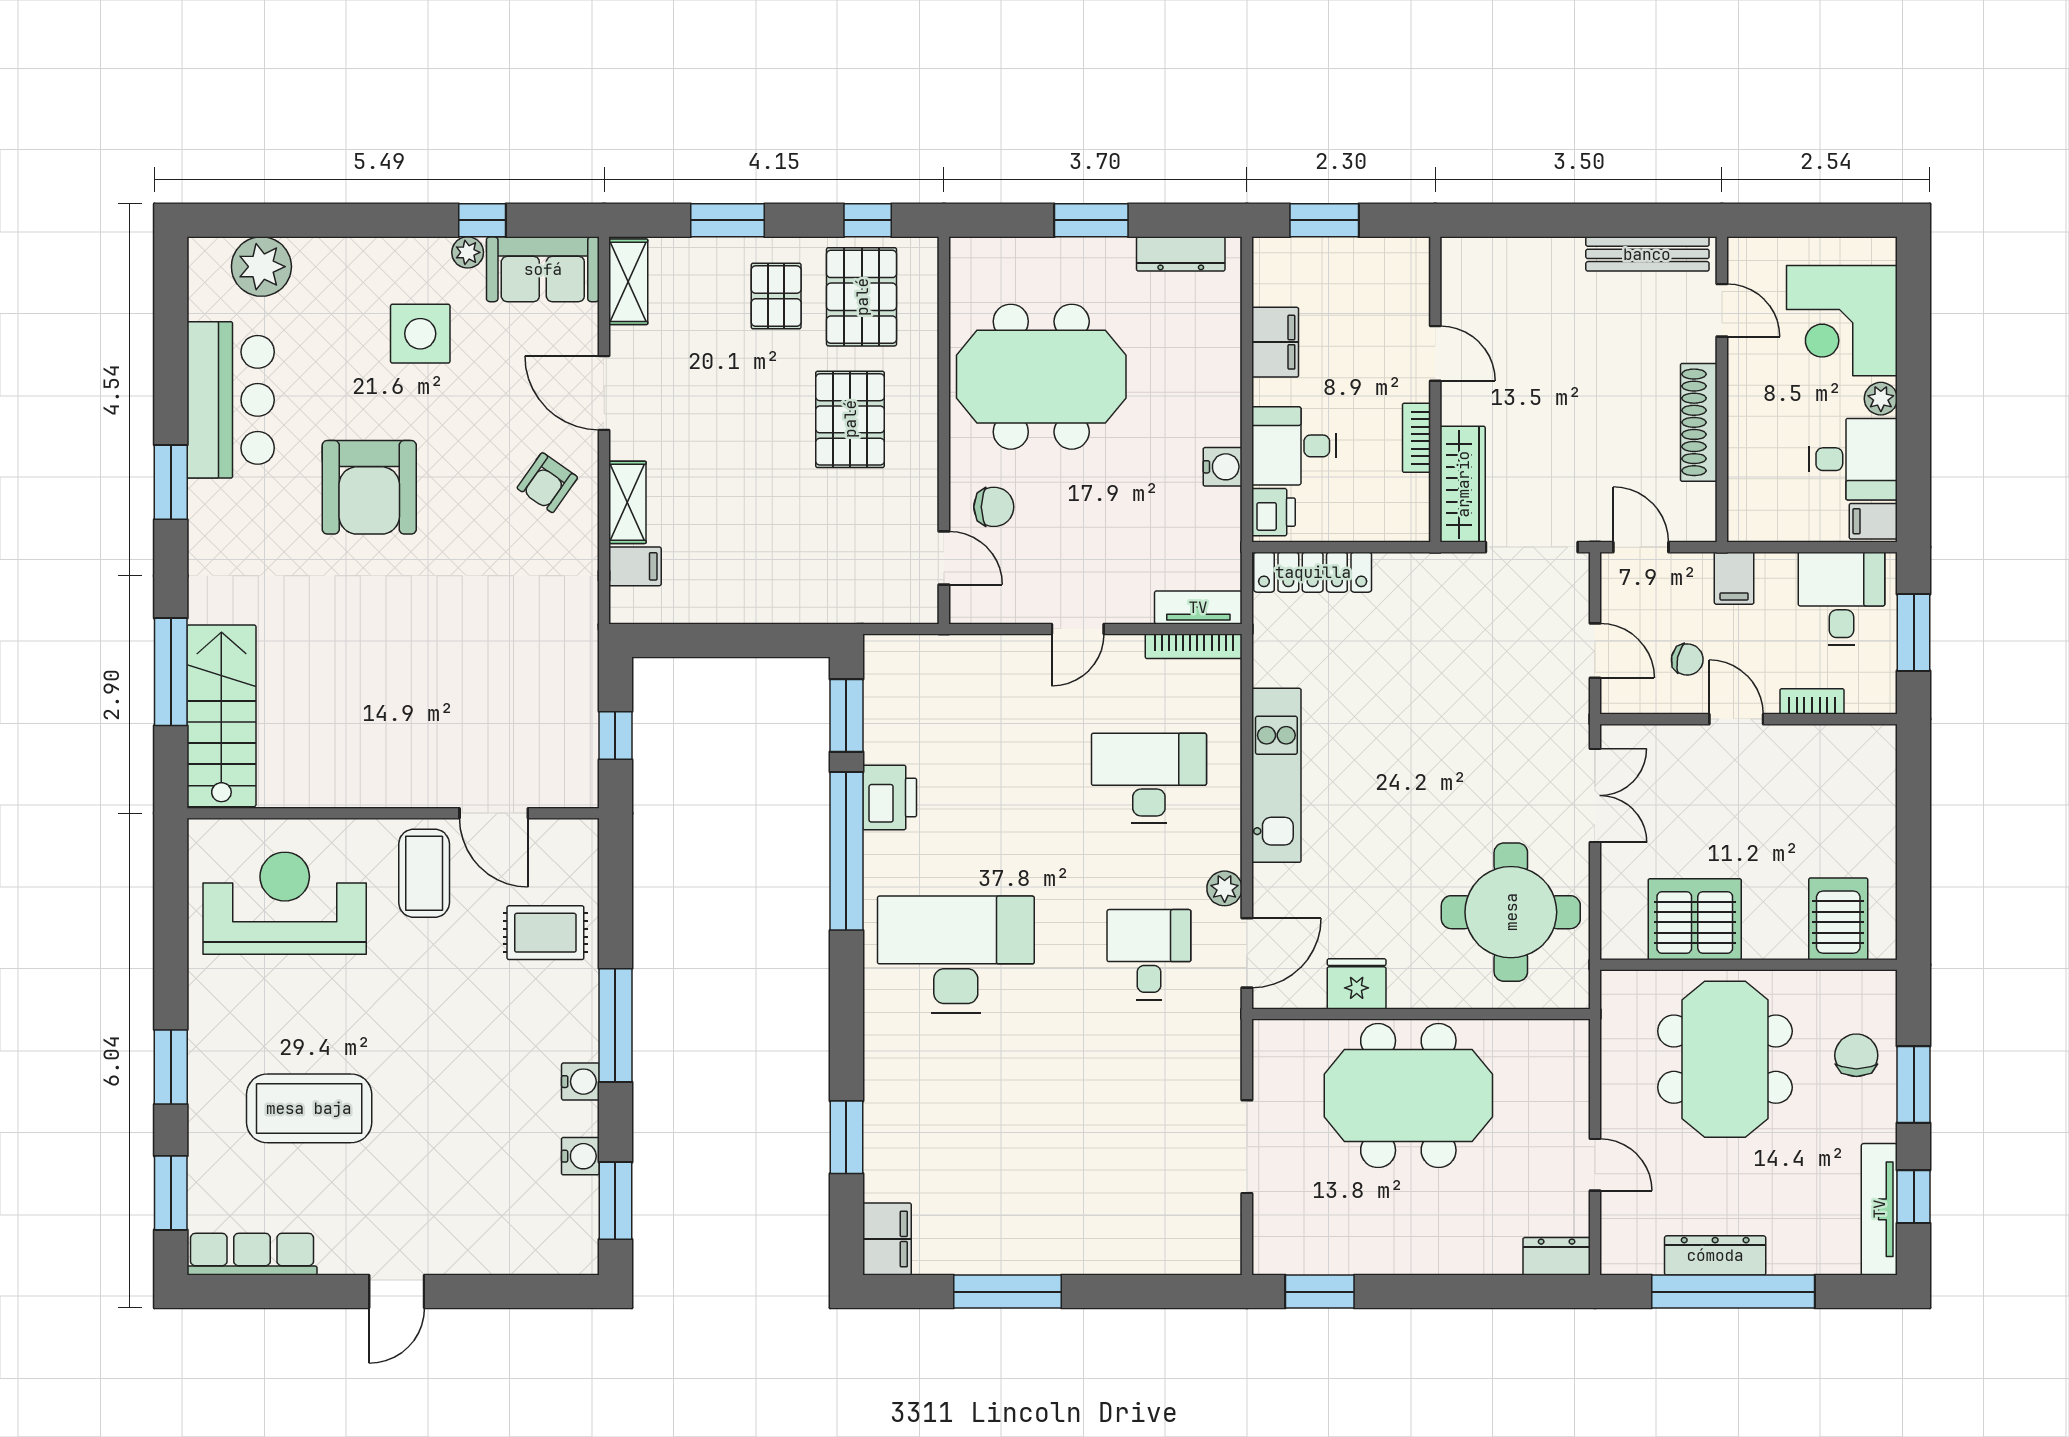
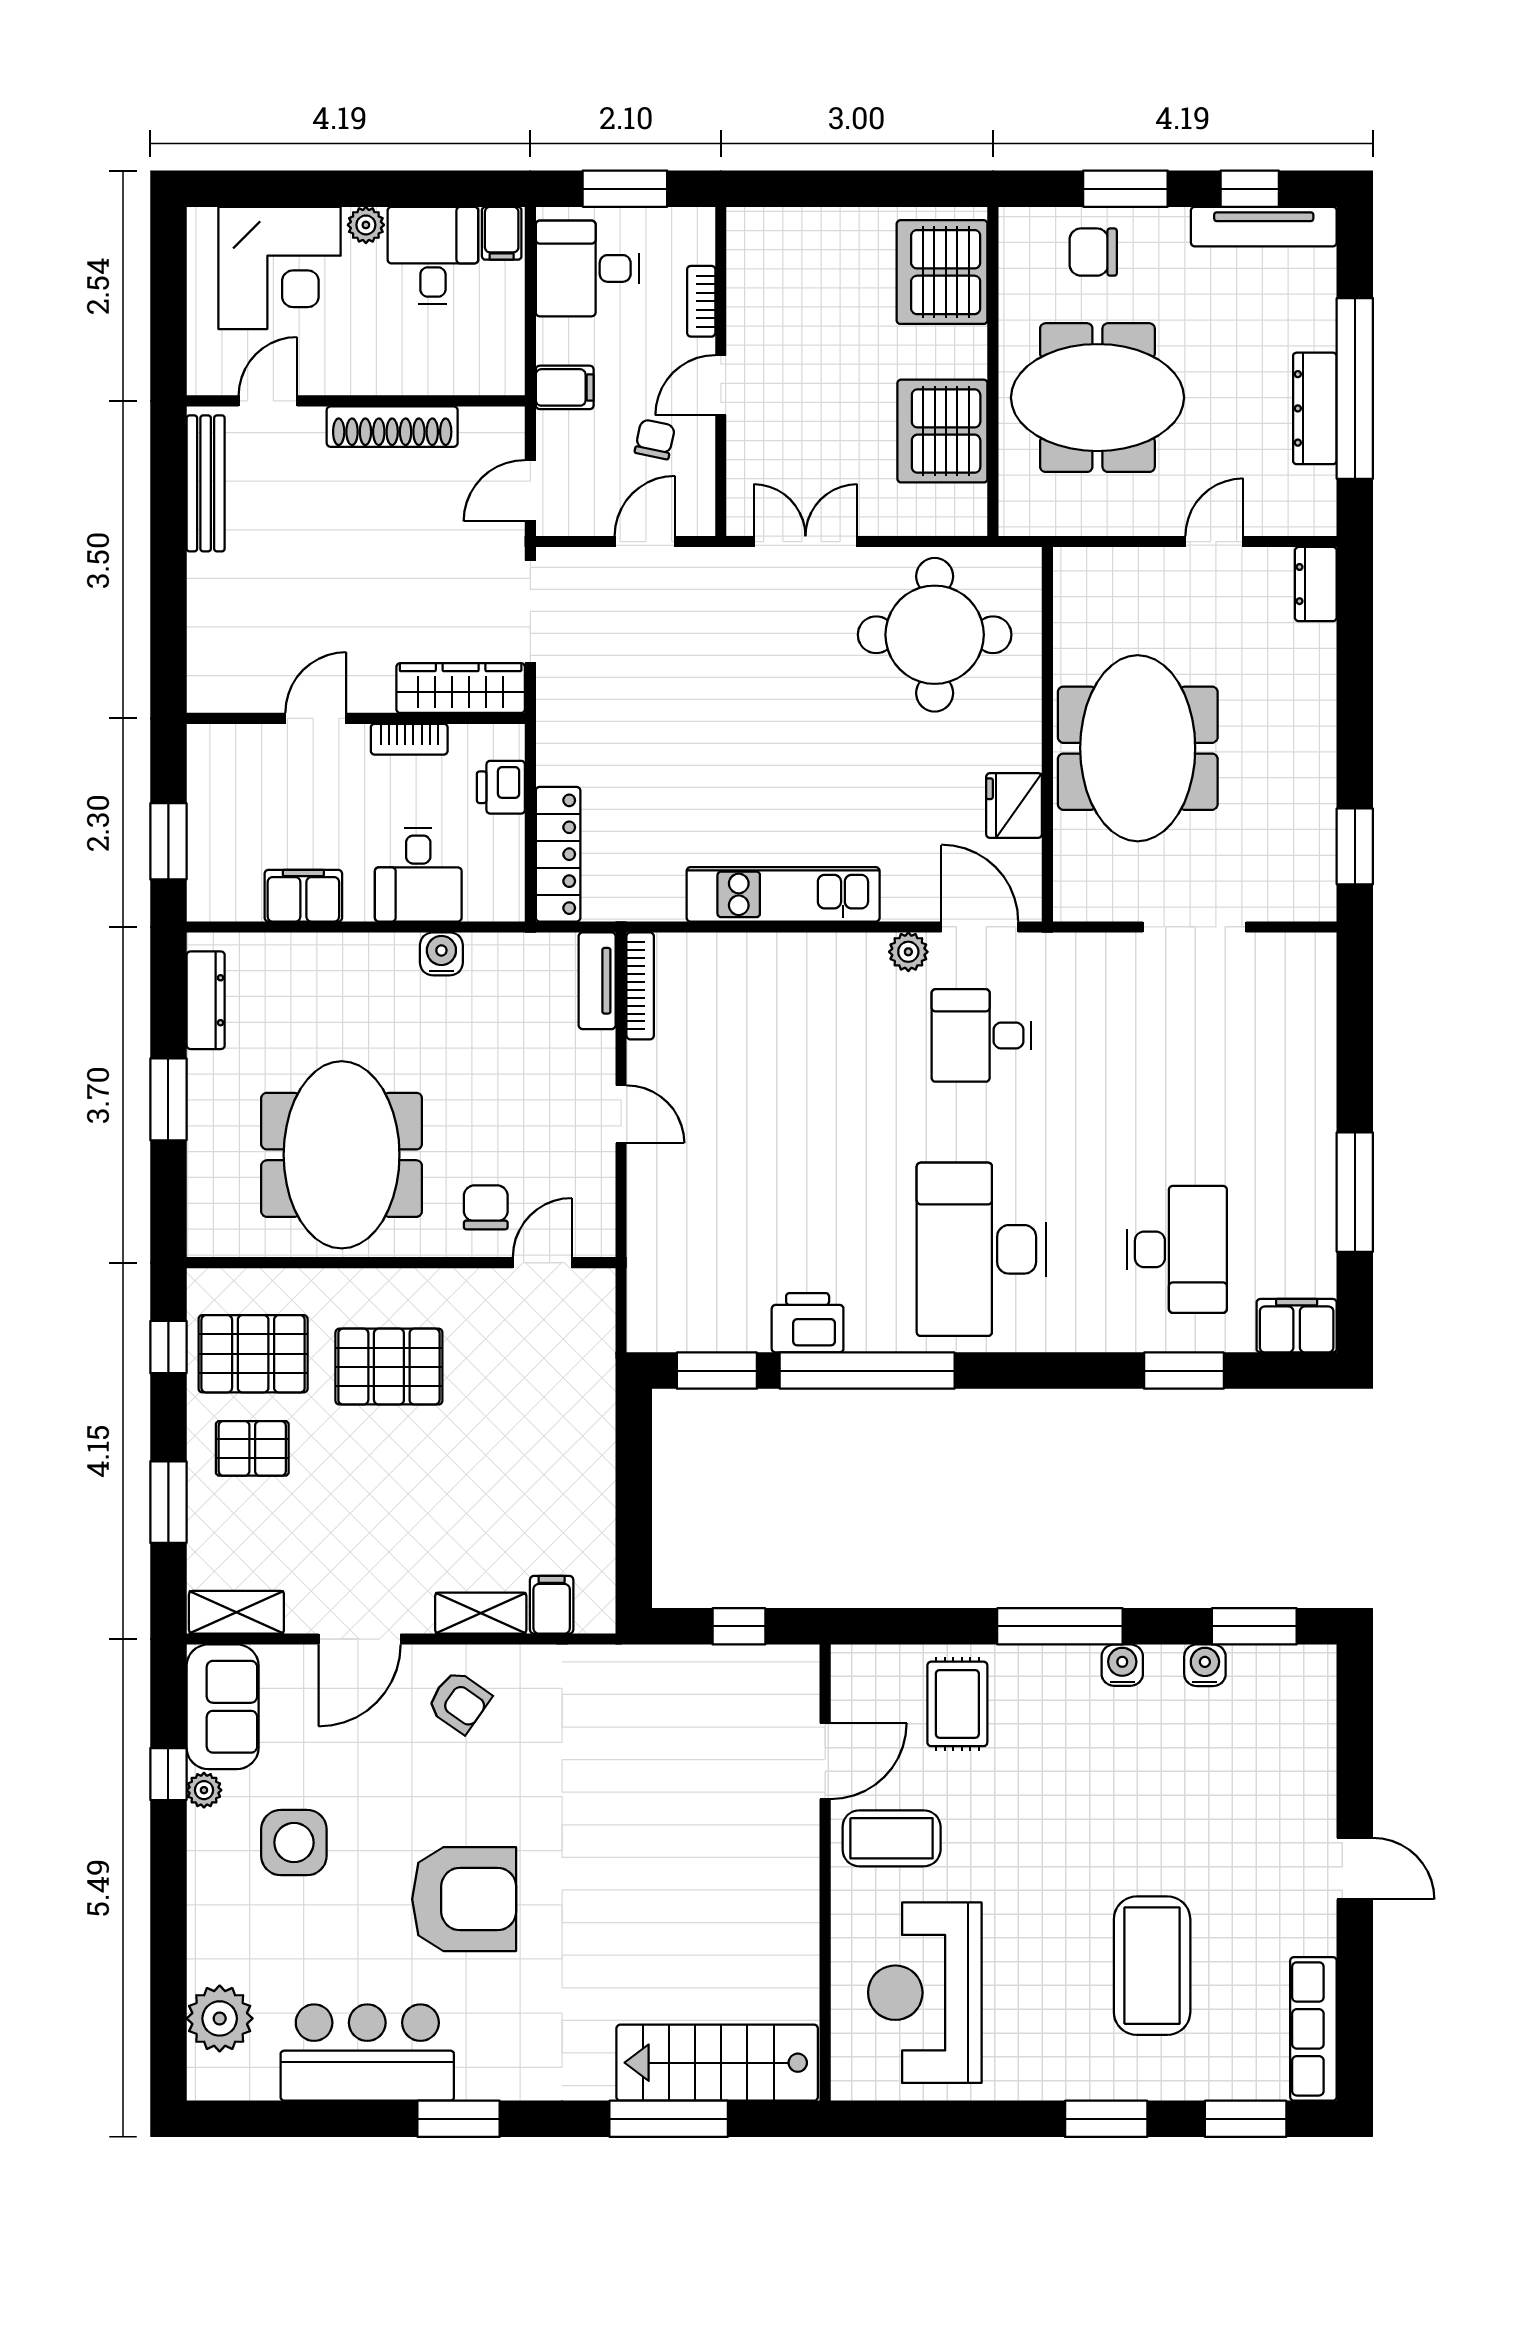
printer: (1273, 512) -> (501, 787), moved, turned -90
desk: (1149, 778) -> (1177, 1249), moved, turned 180
server rack: (1838, 919) -> (942, 272), width x1.60

